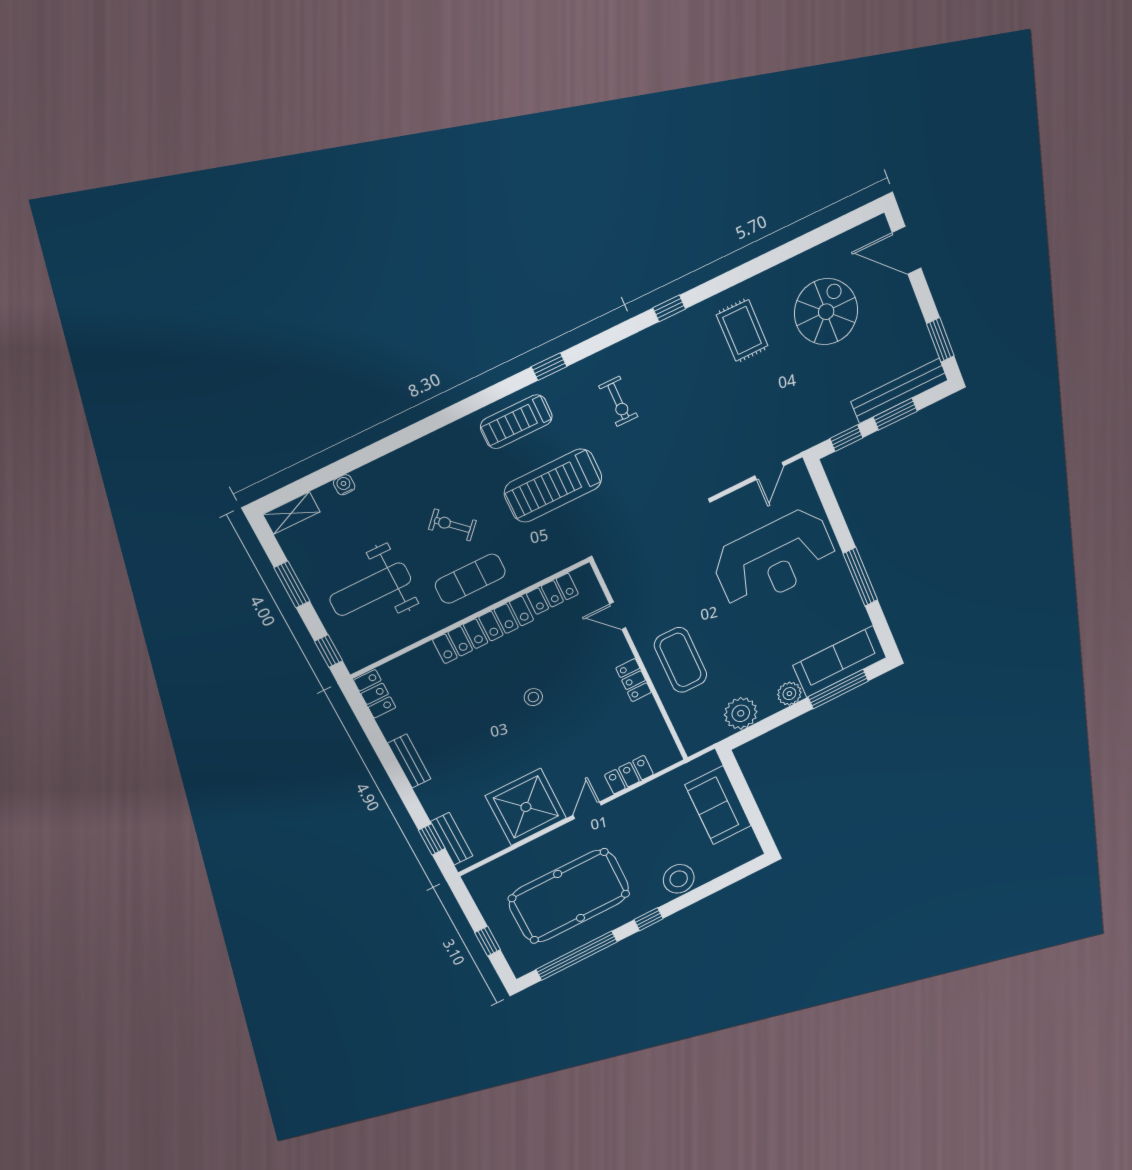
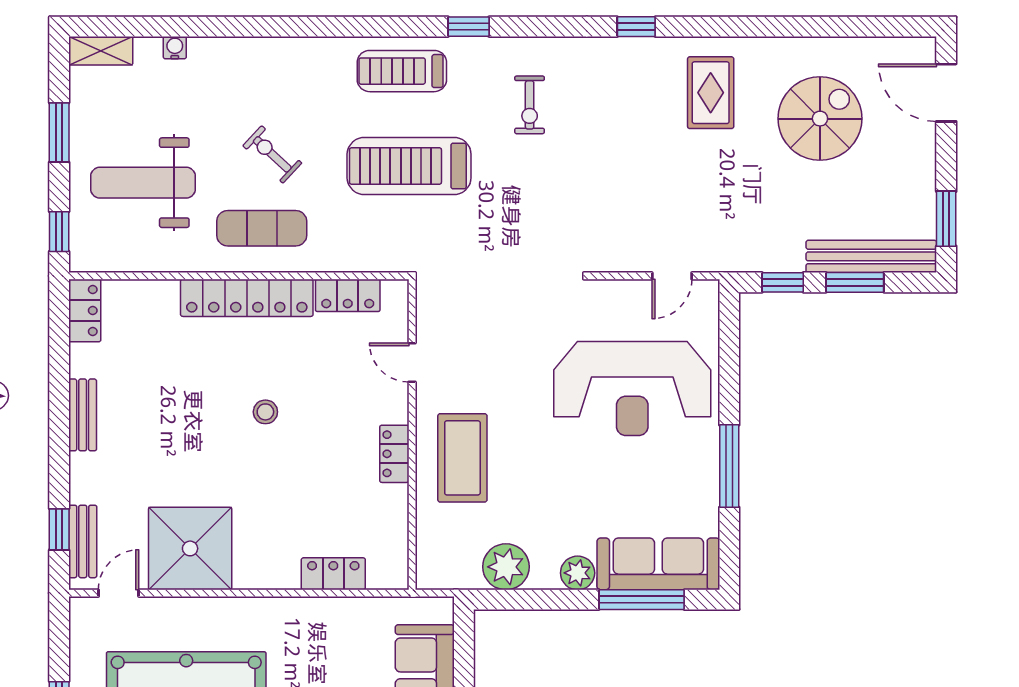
door: (587, 810) -> (119, 593), moved

